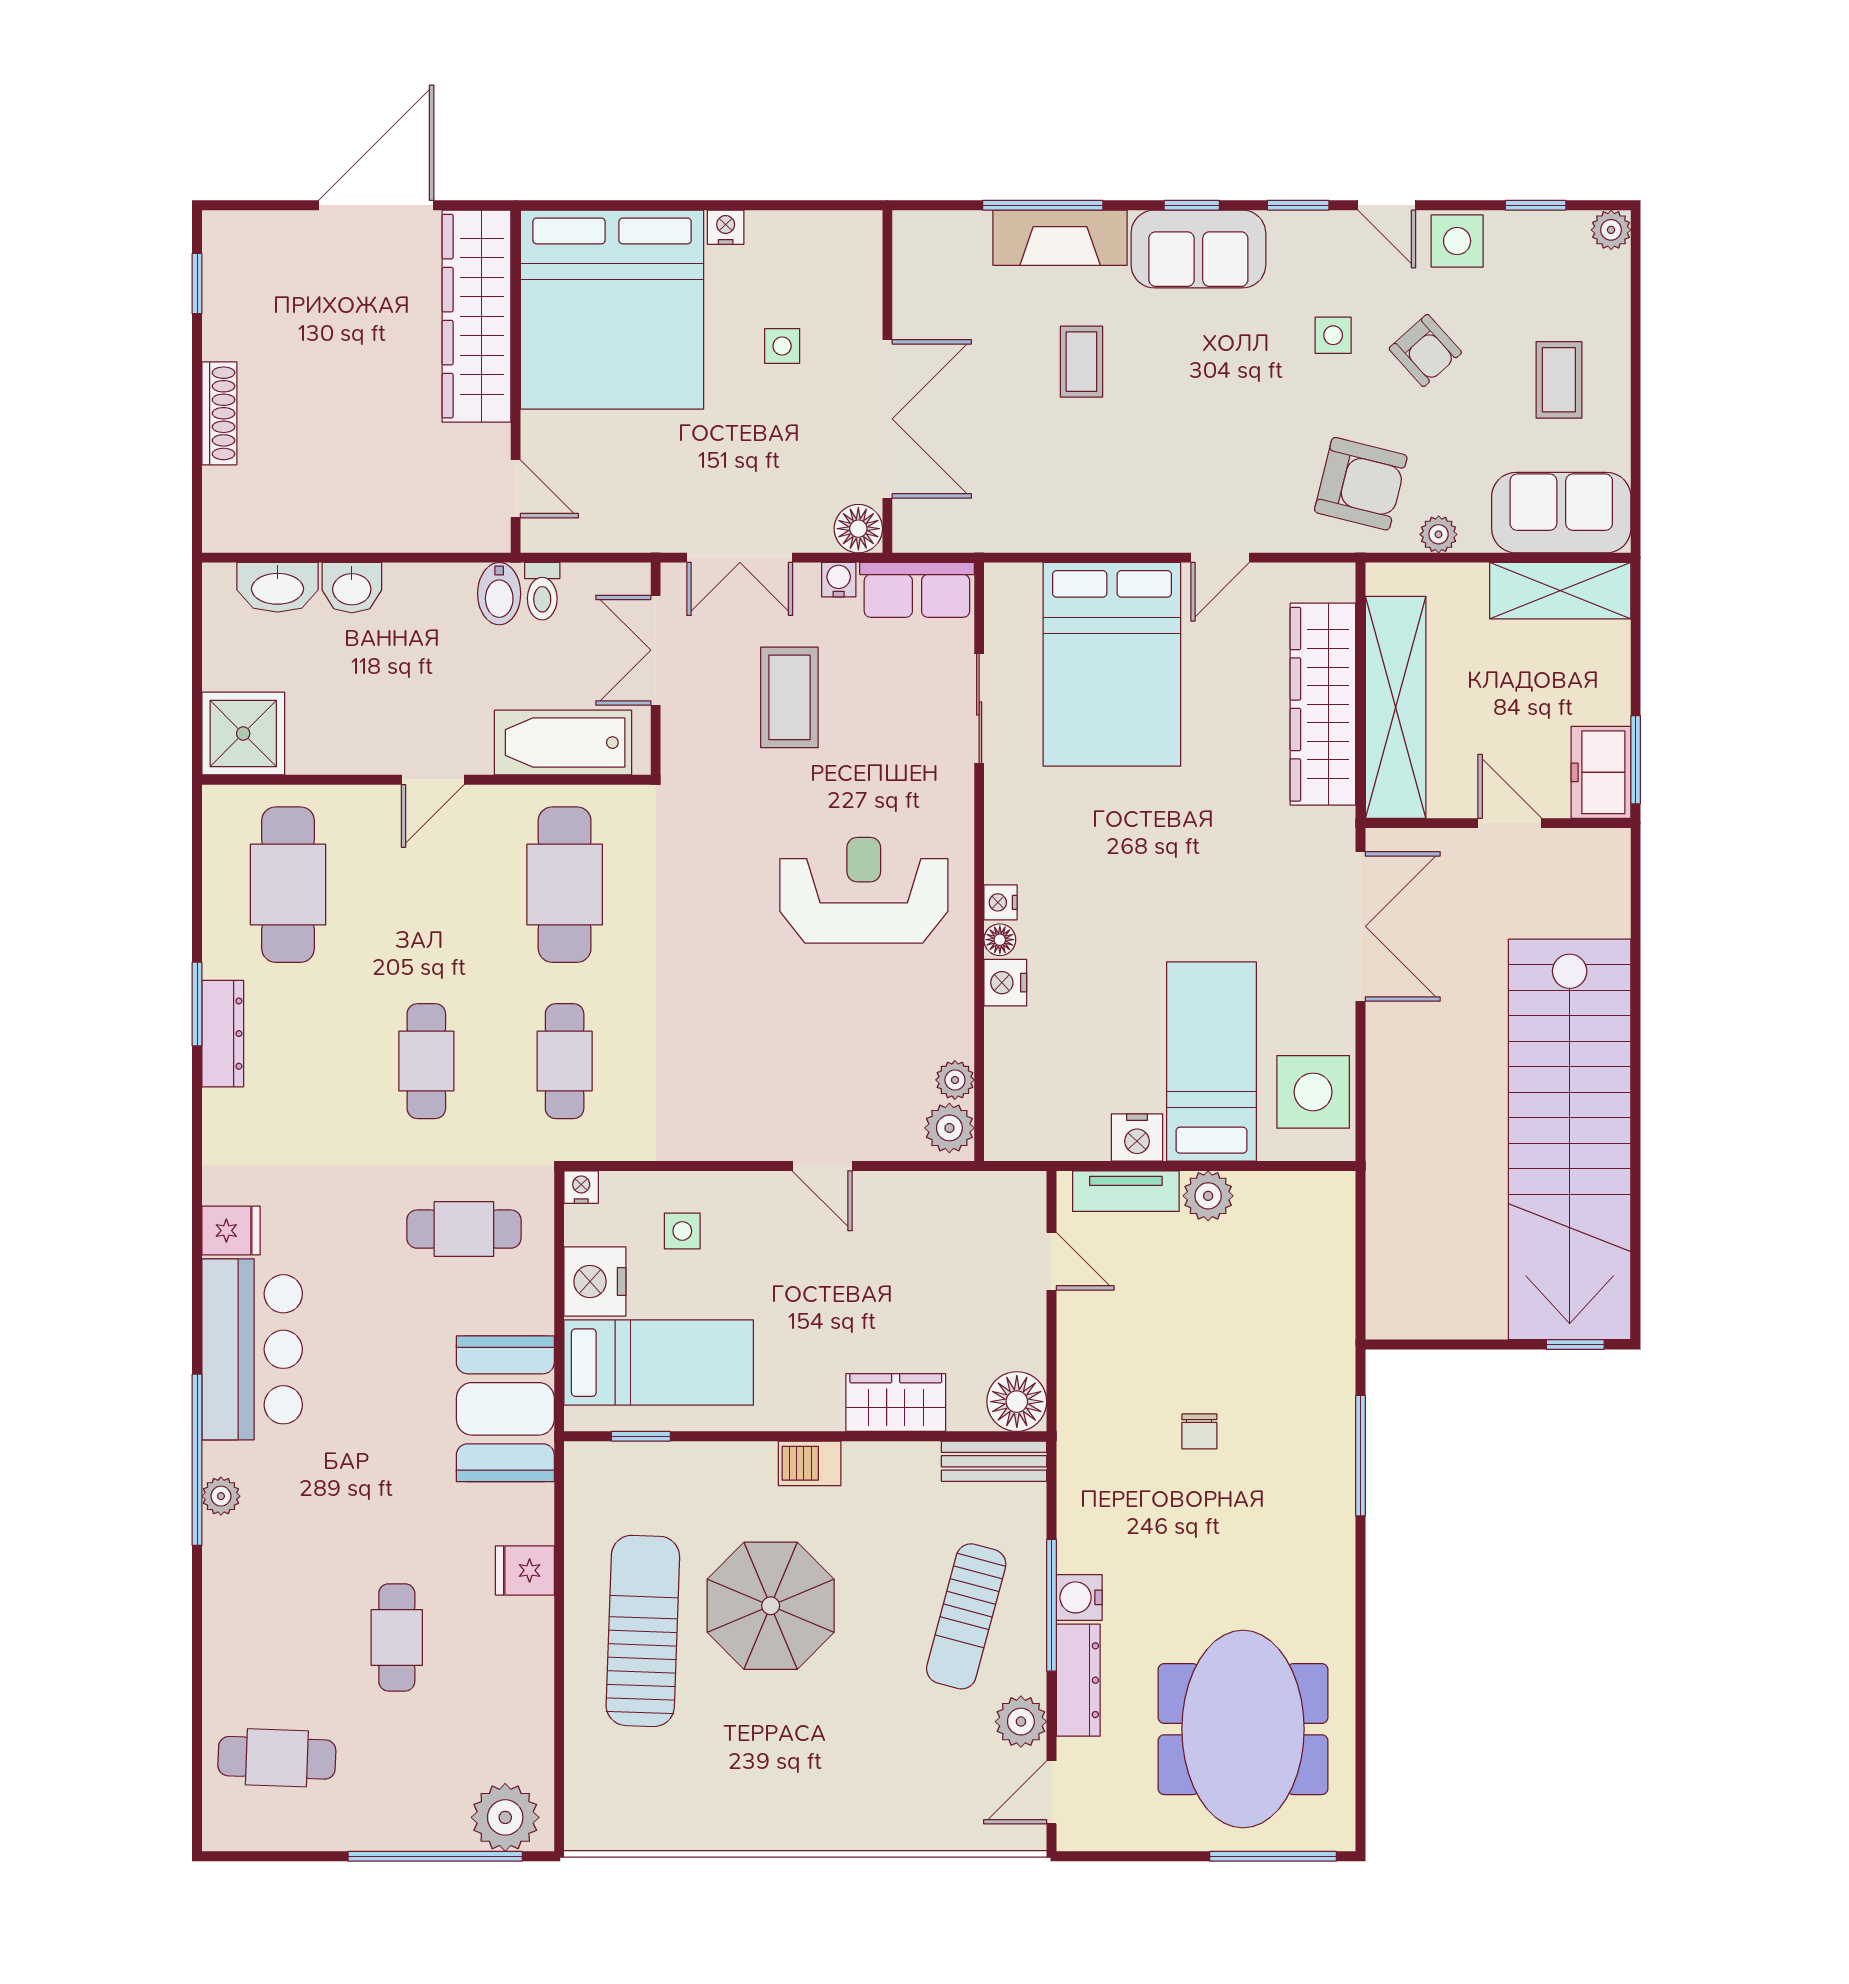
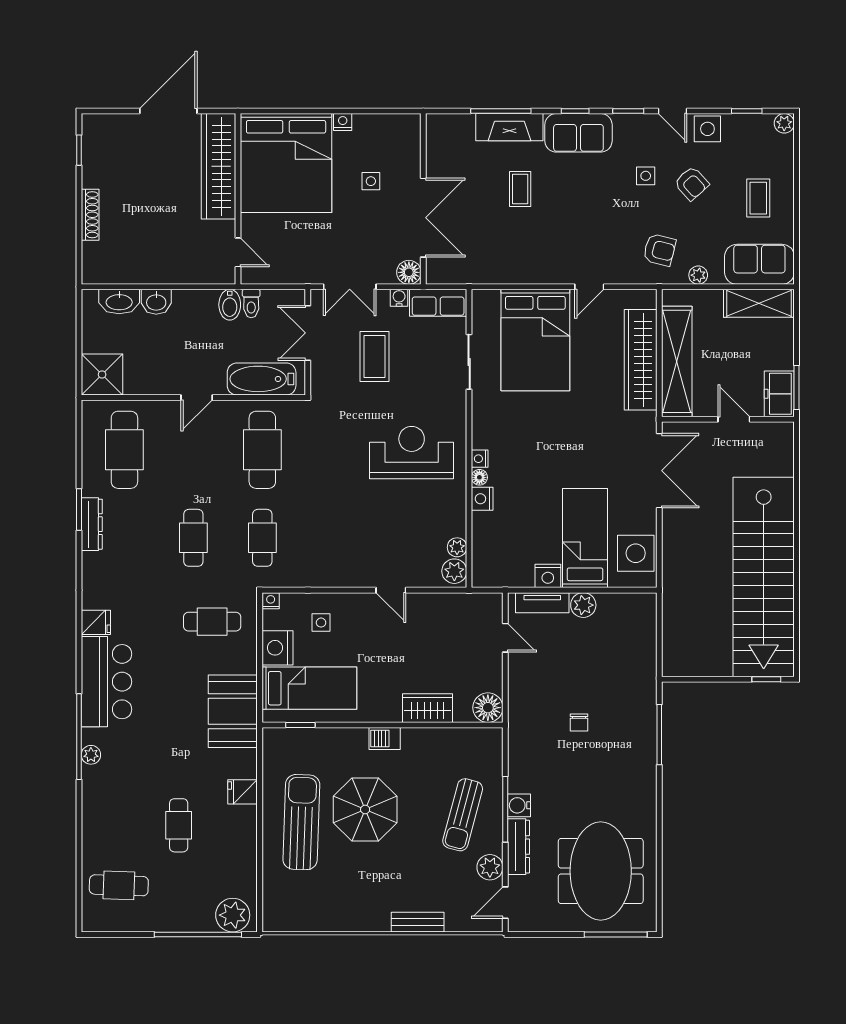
armchair: (1361, 484) -> (659, 250), width x0.72, depth x0.72
bench: (994, 1461) -> (418, 922), moved

